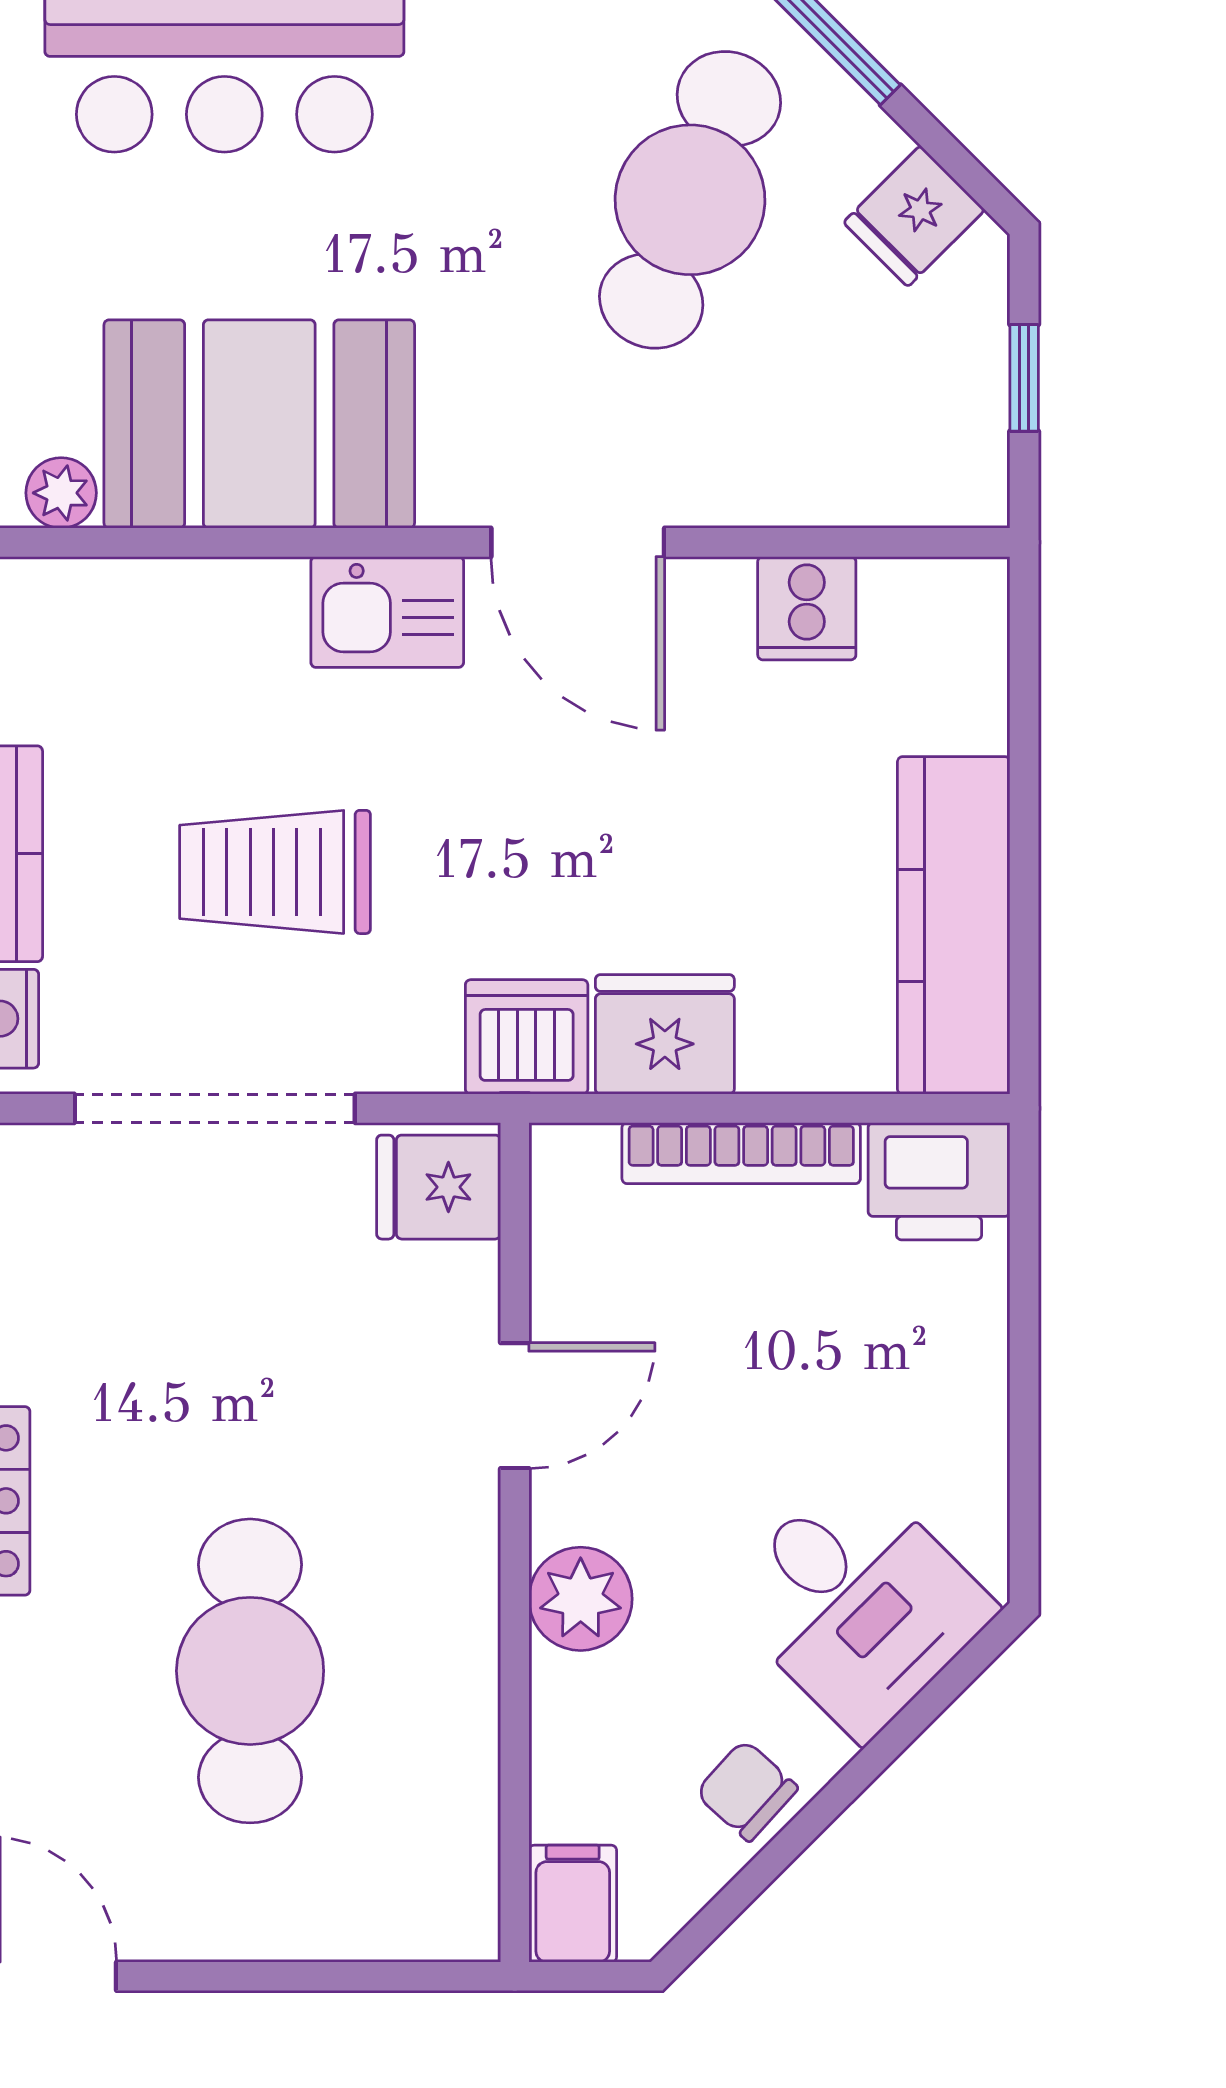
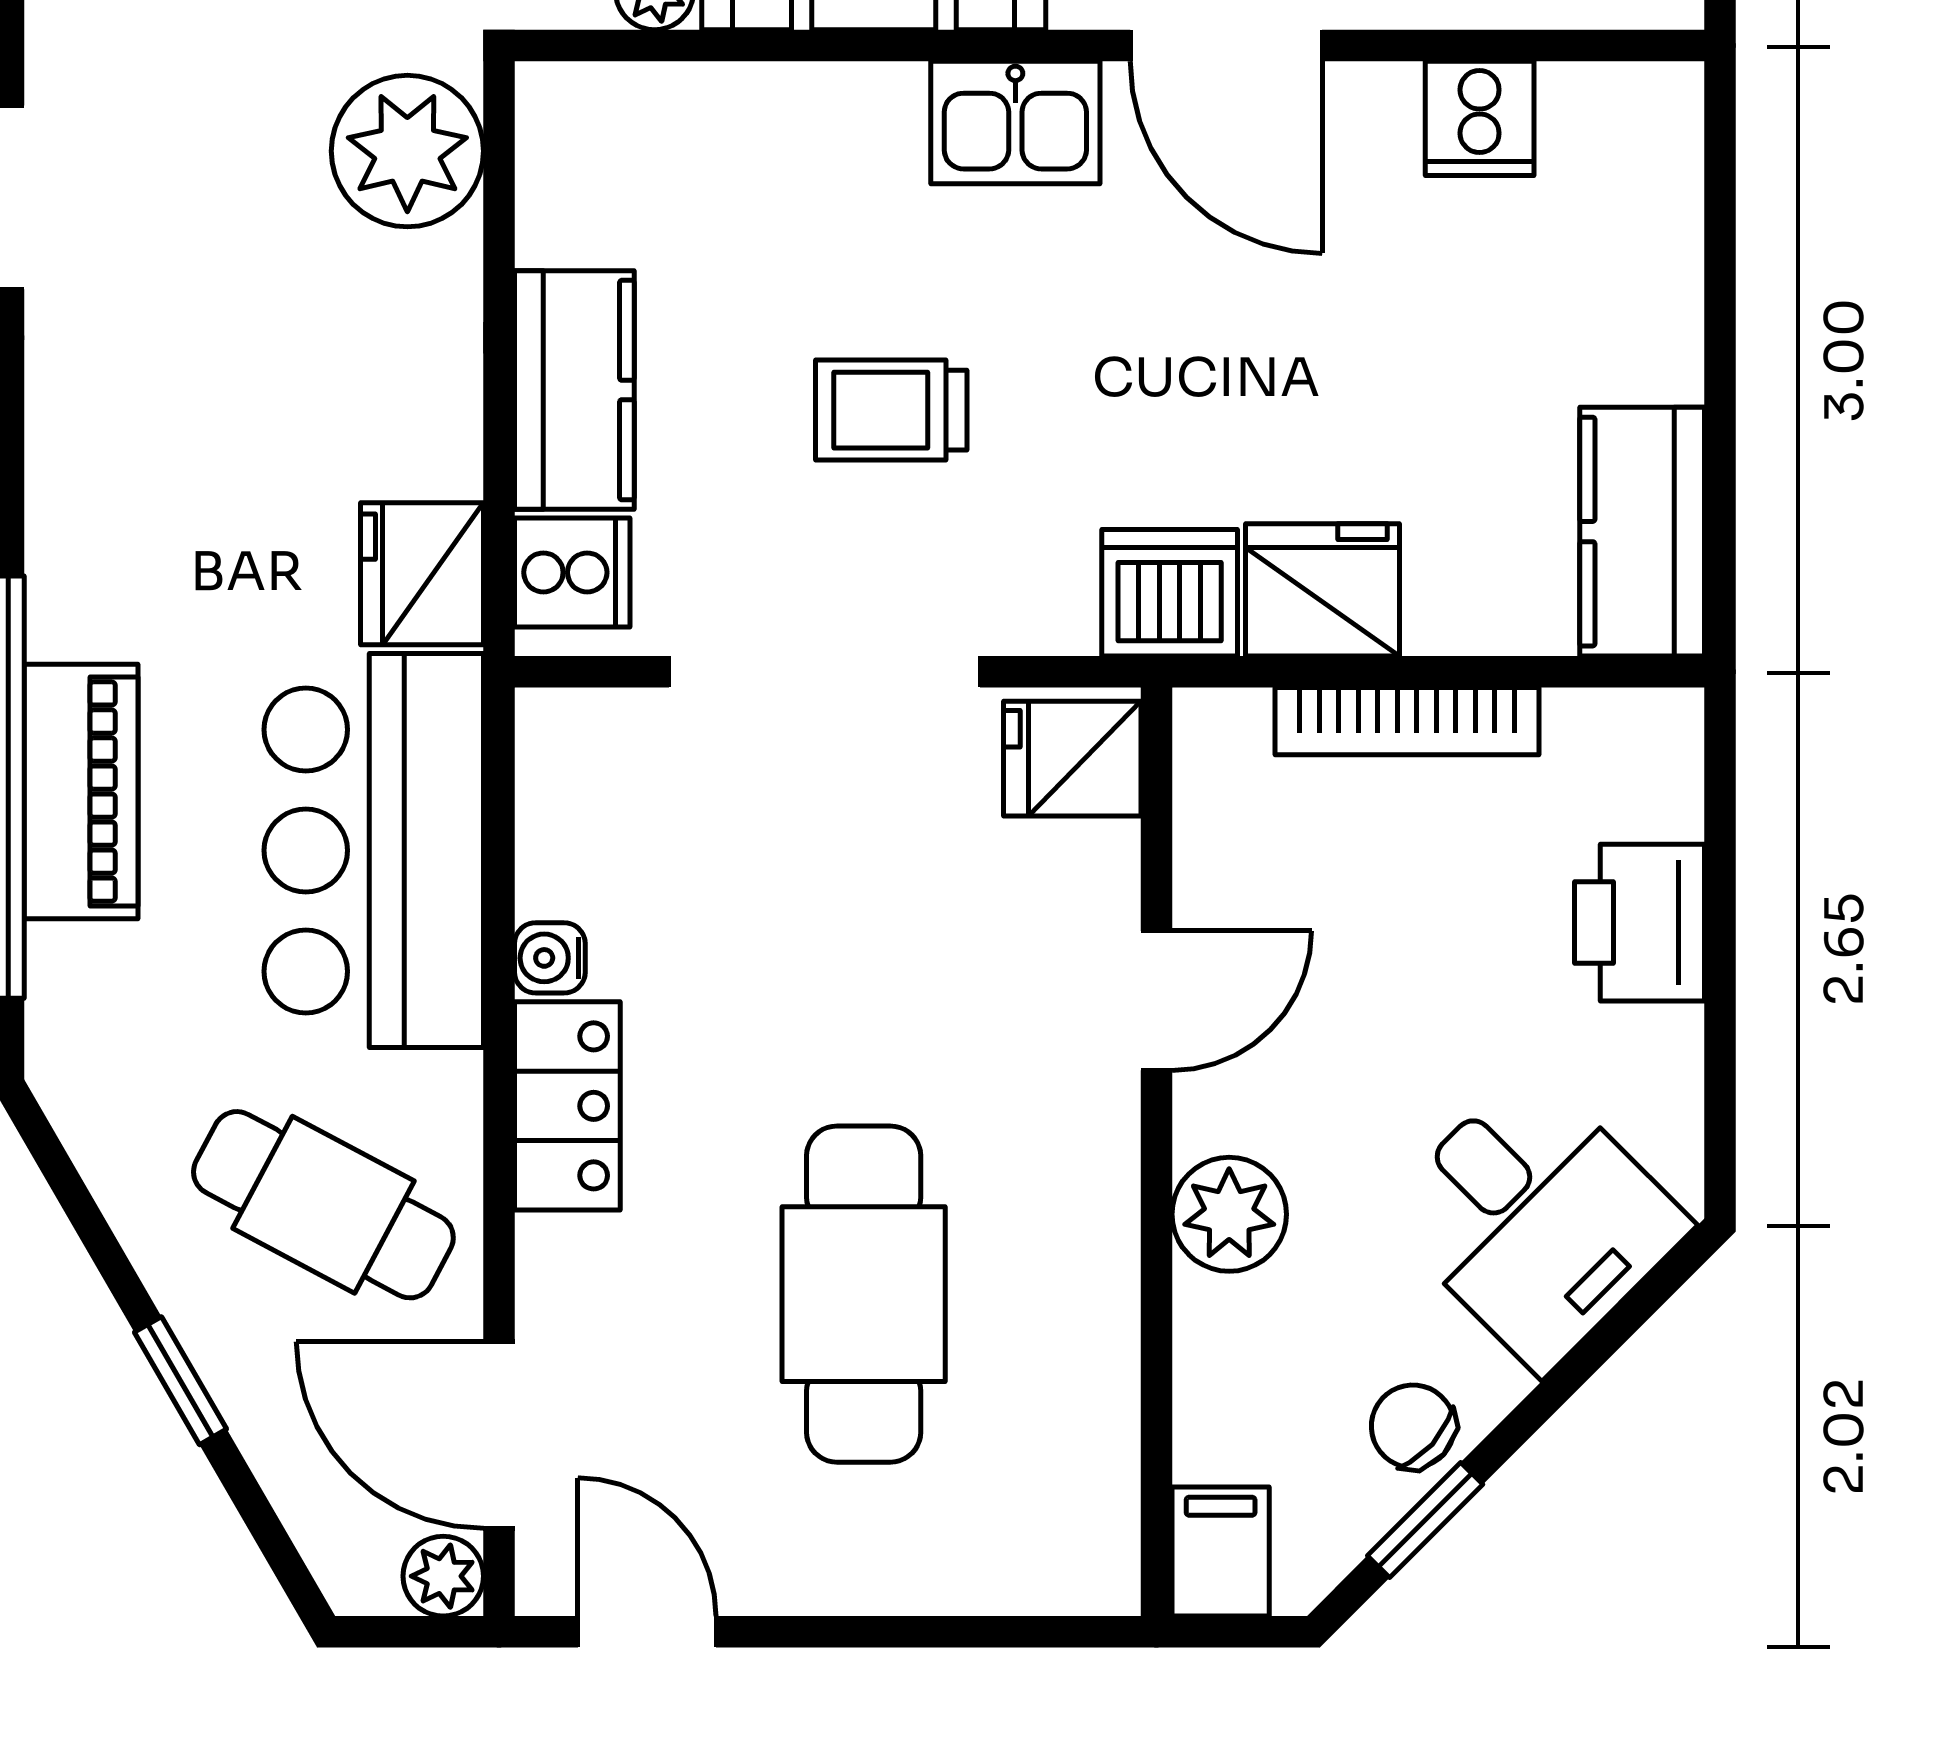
trolley: (275, 872) -> (891, 410), width x0.73, depth x0.72
kitchen counter: (954, 925) -> (1642, 532), width x0.67
printer: (939, 1181) -> (1639, 923), moved, turned 90
window: (758, 1875) -> (1425, 1520), added

